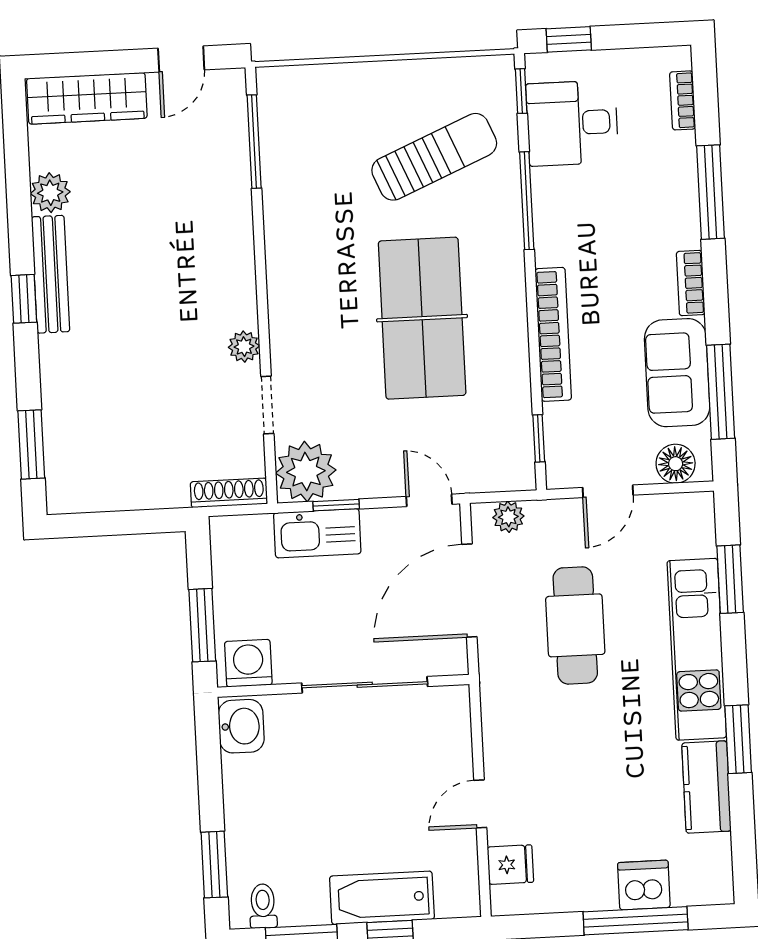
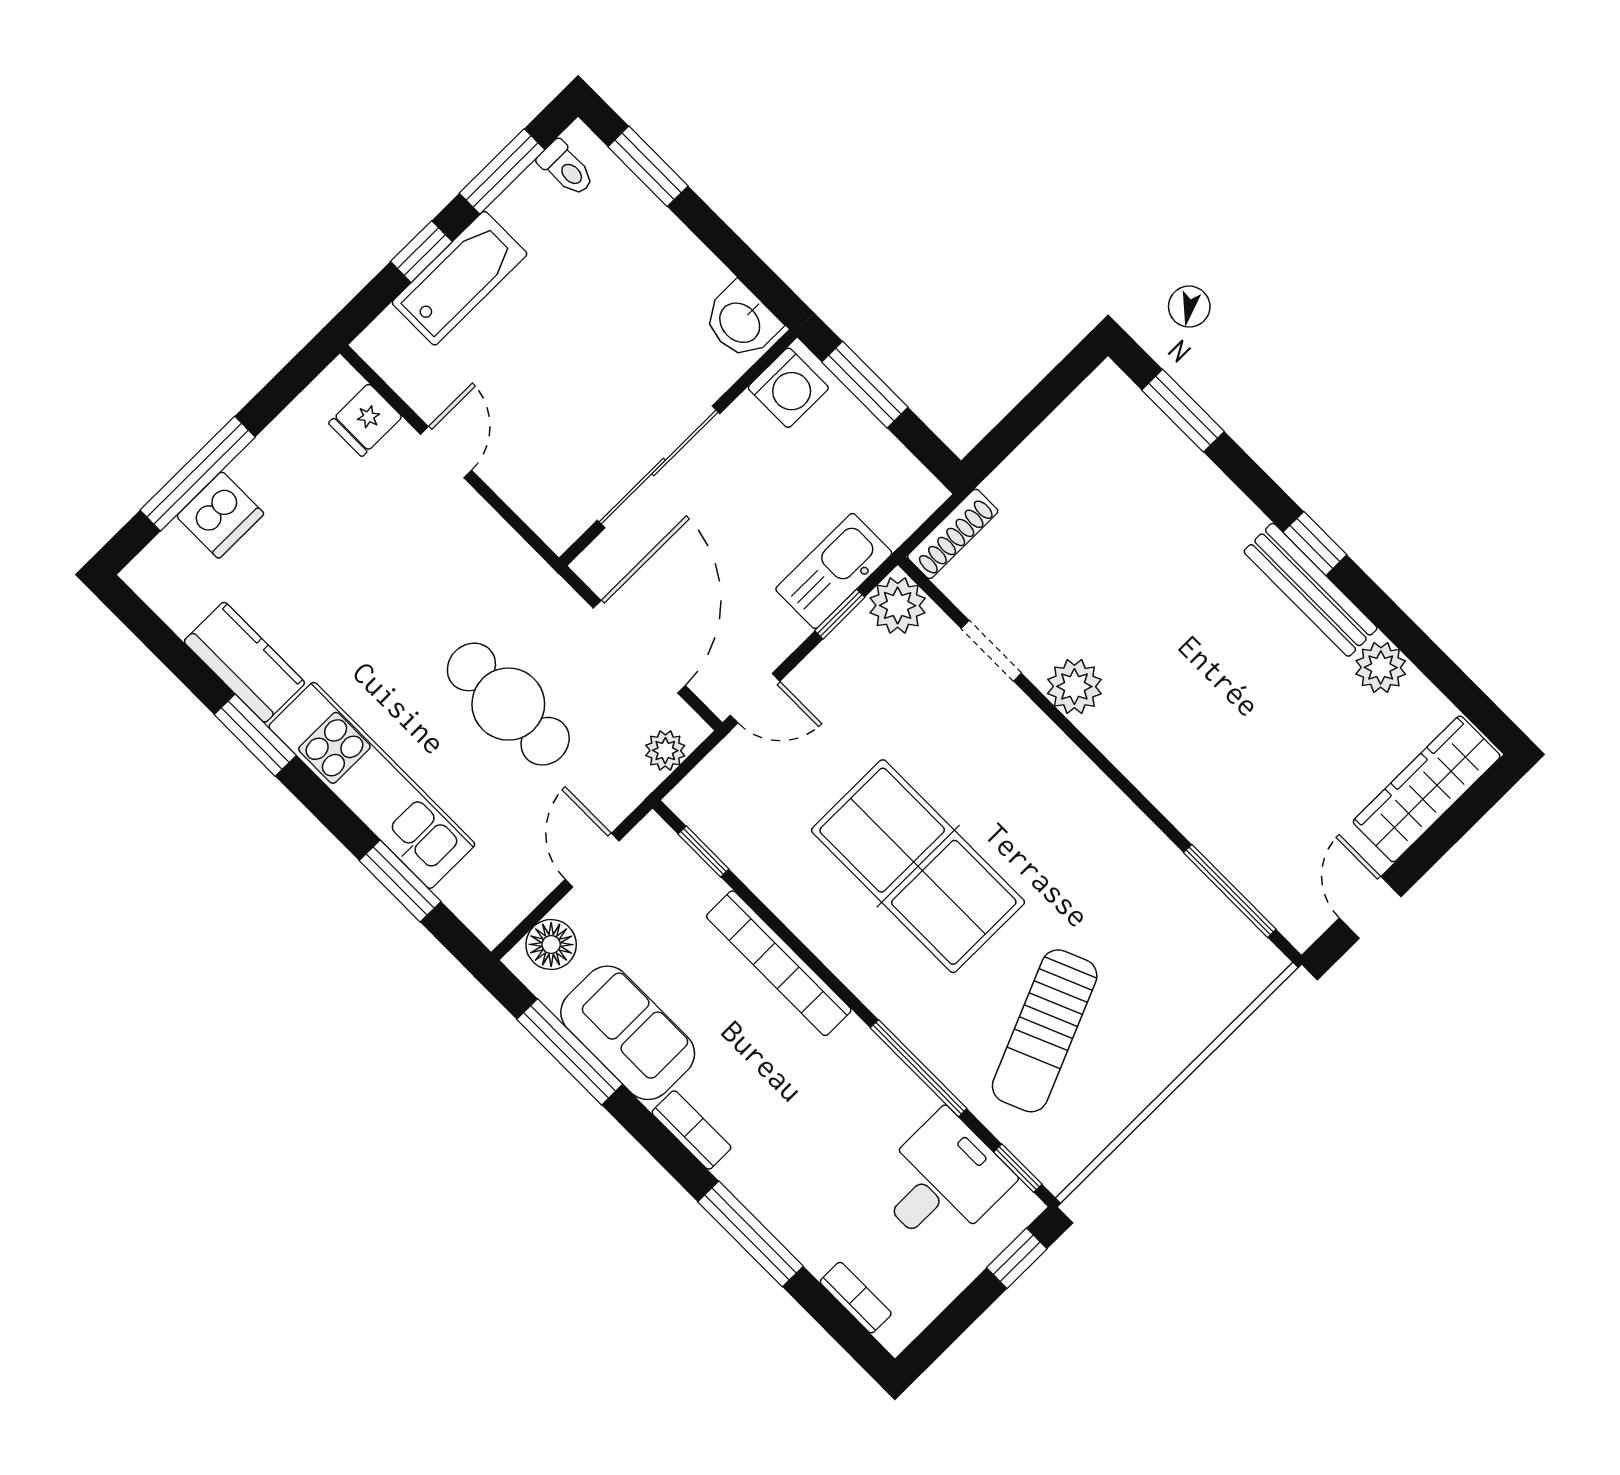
plant: (244, 347) -> (1074, 687), width x1.38, depth x1.38
plant: (306, 472) -> (898, 605), width x0.73, depth x0.73

